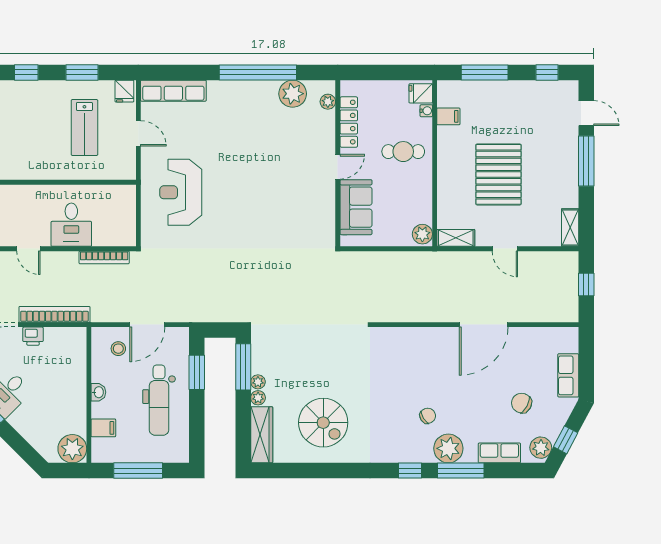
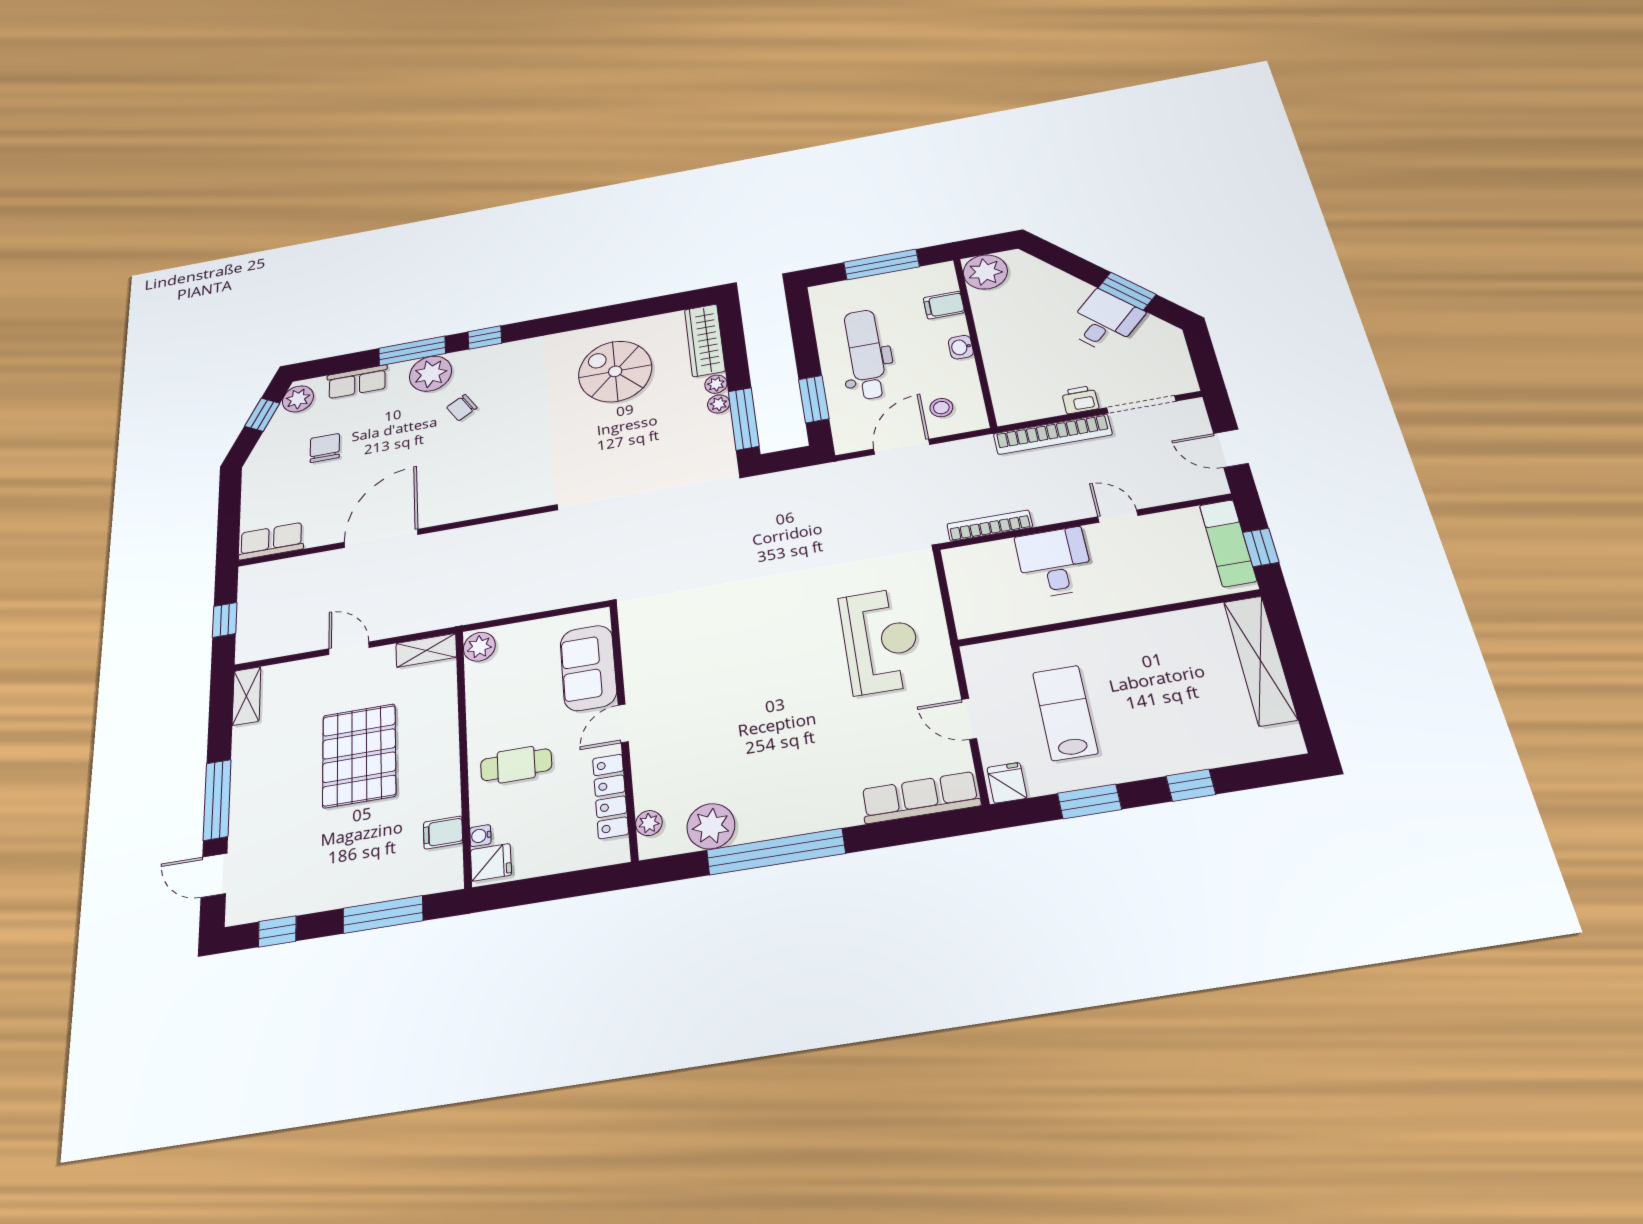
row of seats: (568, 375) -> (271, 541), moved, turned -90
chair: (522, 403) -> (325, 448), turned -118

